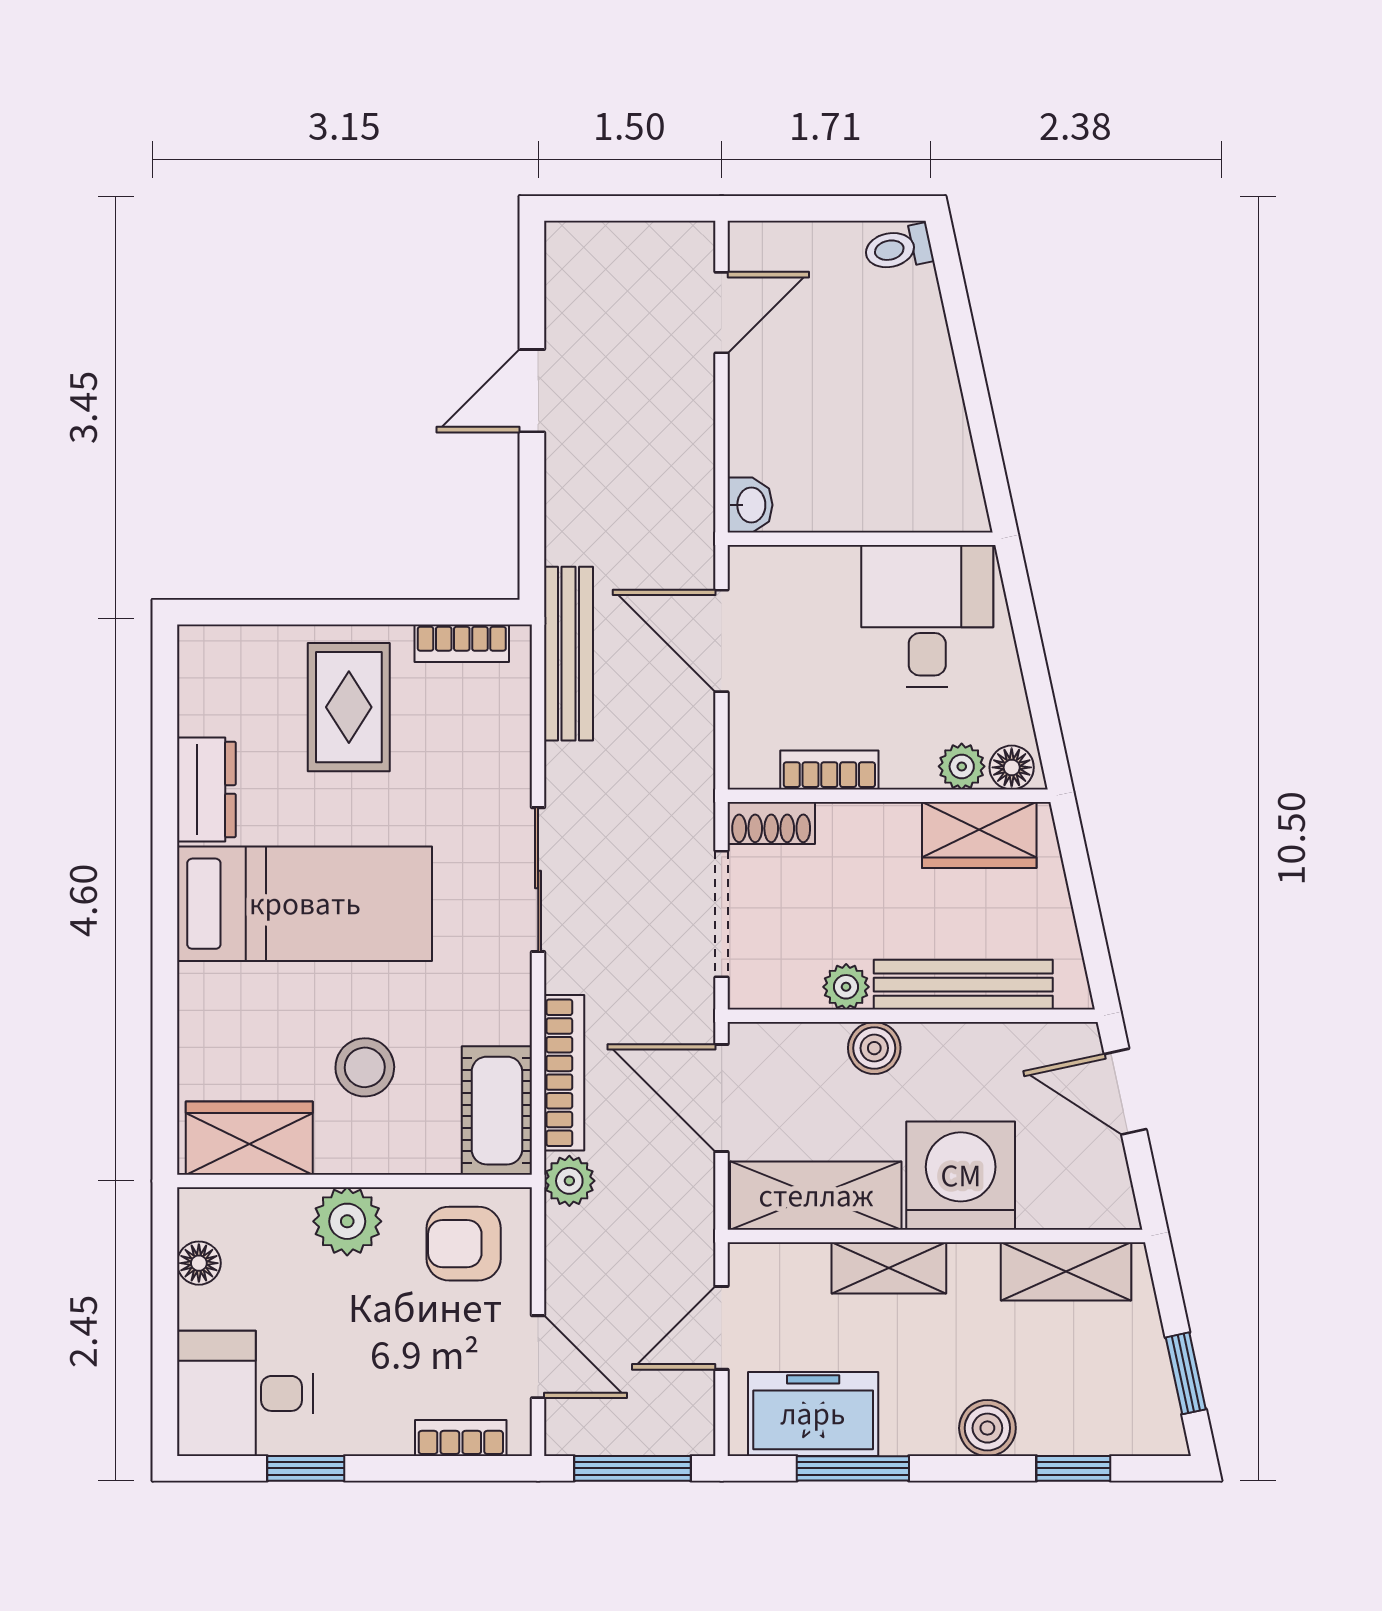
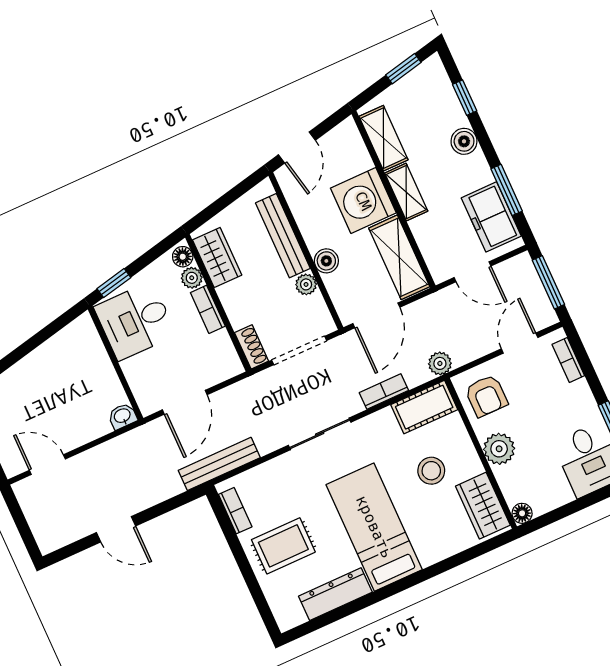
window: (1021, 607) -> (114, 283), added
bookcase: (829, 770) -> (208, 309), moved
dresser: (206, 789) -> (335, 594), width x1.44
bookcase: (564, 1073) -> (384, 391), width x0.64
floor lamp: (199, 1263) -> (522, 513), moved
shelving: (889, 1268) -> (406, 192), moved

